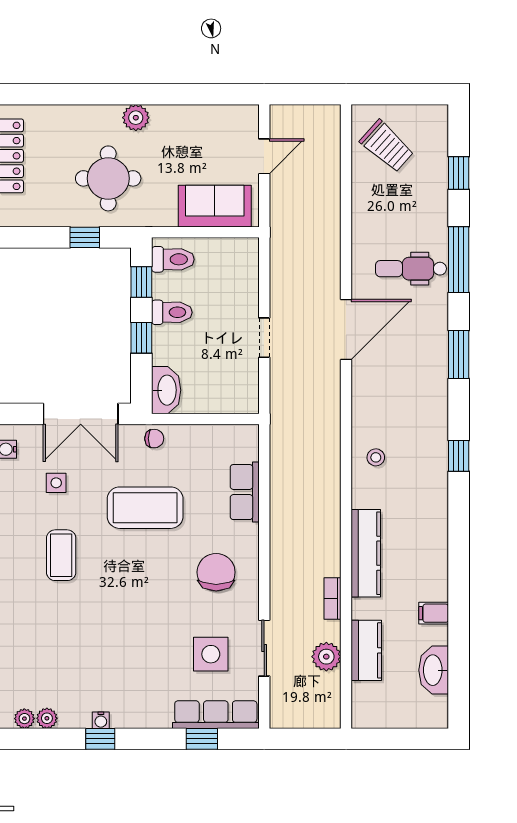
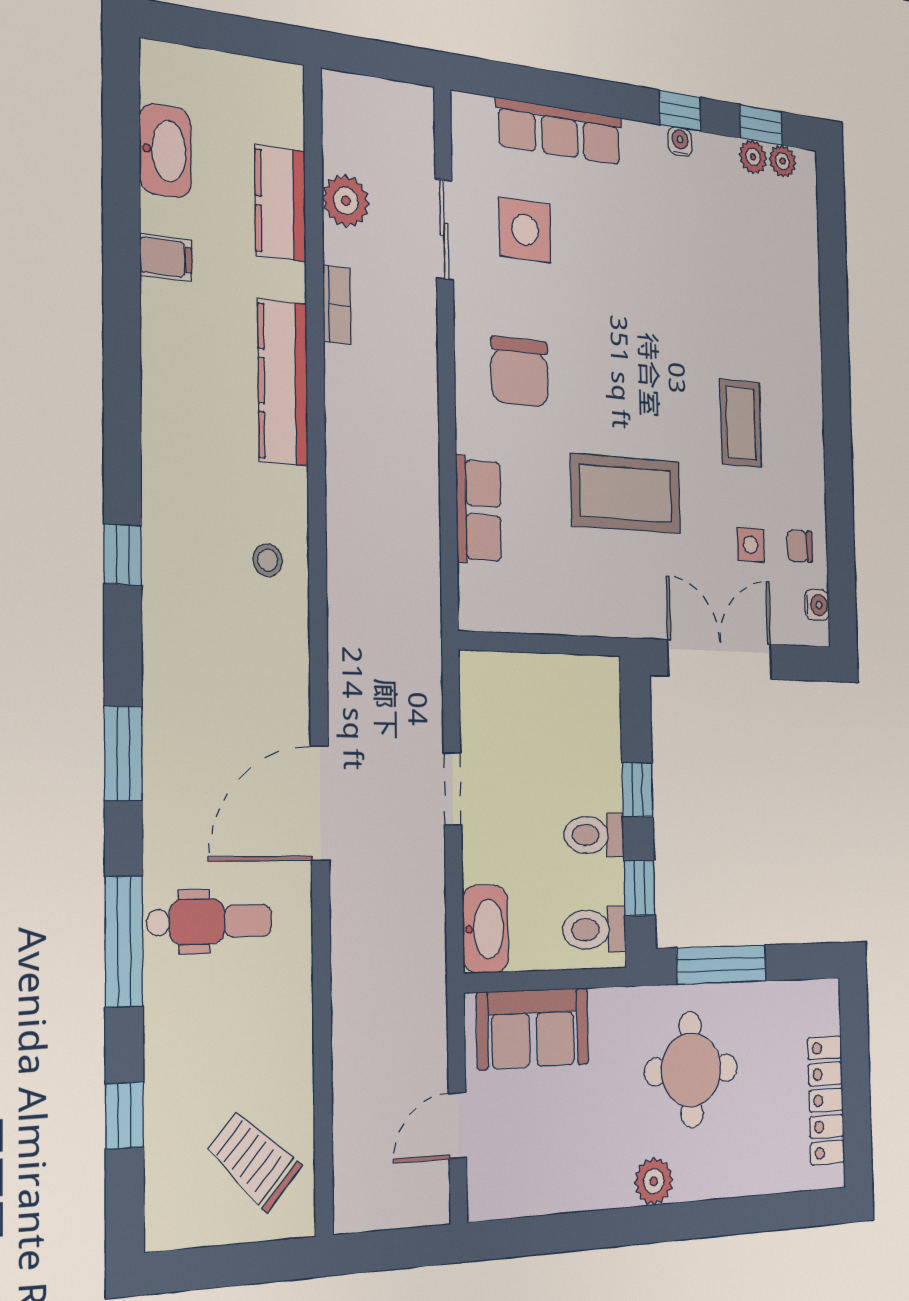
window: (85, 237) -> (722, 964), width x2.17
washbasin: (166, 390) -> (485, 929), moved, turned 180
chair: (154, 439) -> (800, 546), moved
row of seats: (216, 715) -> (560, 131), moved
window: (202, 739) -> (761, 125), moved

